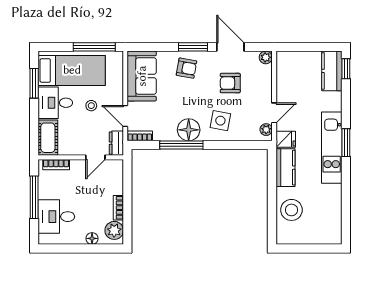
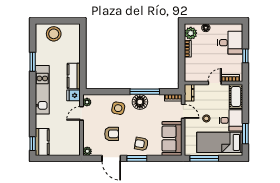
window: (346, 143) -> (33, 62), moved
door: (95, 157) -> (215, 83), moved
window: (34, 197) -> (245, 56), width x0.46
stool: (291, 210) -> (54, 34), moved

